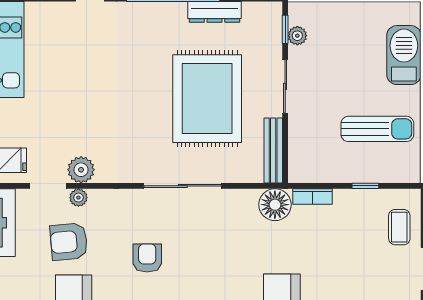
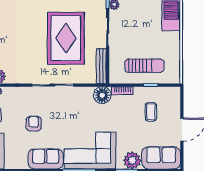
sun lounger: (377, 129) -> (145, 66), moved
coffee table: (399, 227) -> (151, 112), moved

